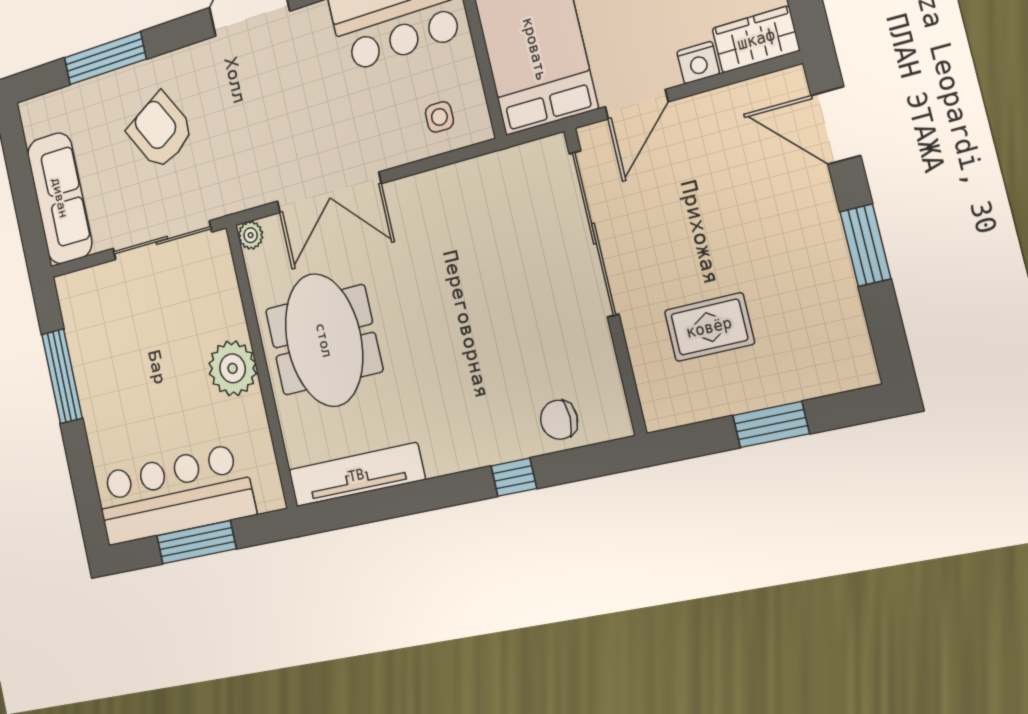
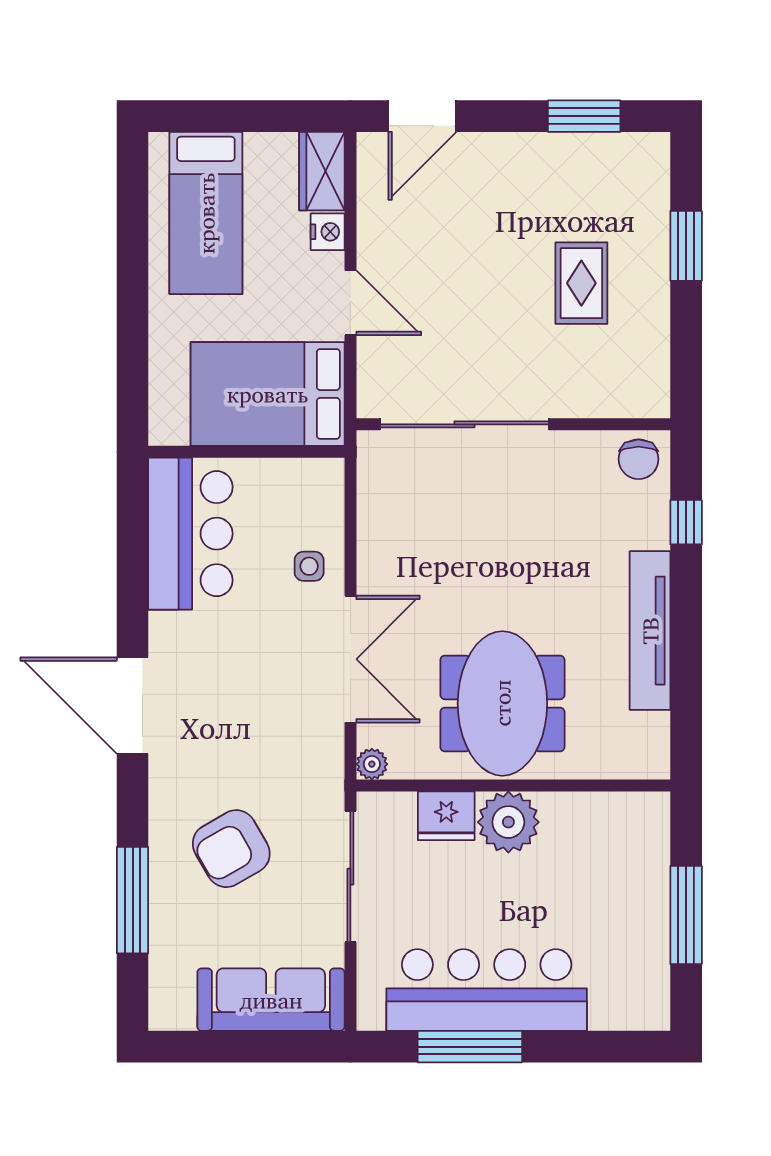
side table: (439, 117) -> (309, 566), moved
sliding door: (594, 234) -> (464, 424), moved
window: (865, 245) -> (584, 116), moved
wall: (605, 281) -> (513, 424), moved
fridge: (225, 312) -> (446, 816), added
meeting table: (324, 340) -> (502, 703), turned 90
tv unit: (356, 475) -> (650, 631), moved
bar counter: (174, 495) -> (487, 990), moved, turned 90

